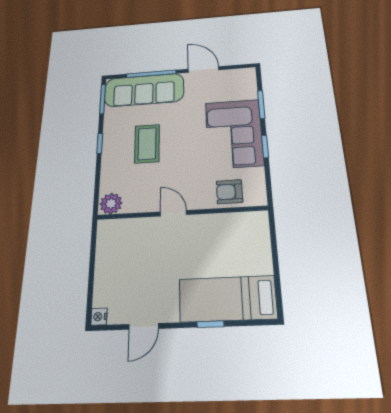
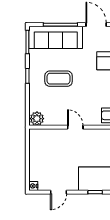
coffee table: (147, 144) -> (59, 79), turned 90

